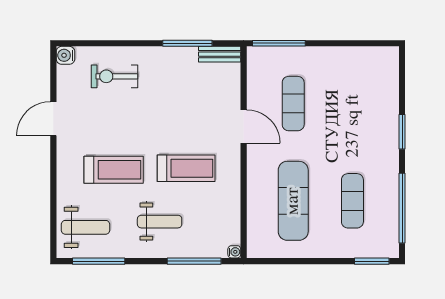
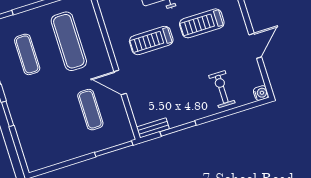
exercise bike: (115, 76) -> (222, 89), turned -90

